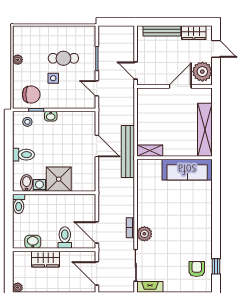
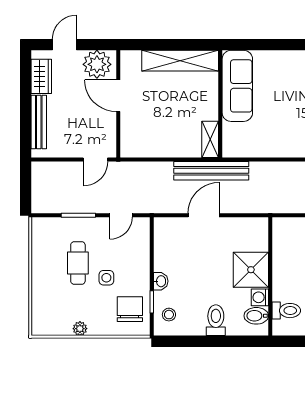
toilet: (19, 204) -> (286, 311), moved

